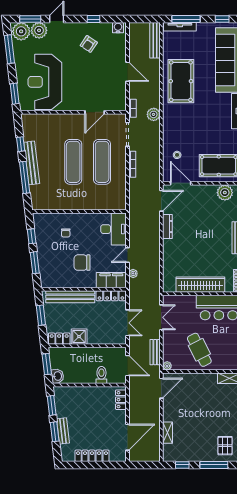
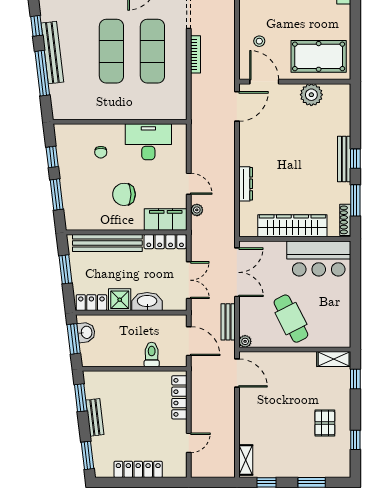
plant: (225, 193) -> (311, 95), moved
dresser: (167, 227) -> (246, 184), moved
desk: (113, 229) -> (148, 142), moved, turned -90
door: (128, 255) -> (189, 184), swing flipped
double door: (161, 317) -> (237, 272), width x1.37
washbasin: (98, 338) -> (147, 302), added
washbasin: (57, 376) -> (86, 332), moved
door: (161, 388) -> (237, 373), hinge flipped
locker: (121, 400) -> (179, 397), width x1.53
bench: (63, 431) -> (95, 417), moved
window: (55, 432) -> (88, 455), moved
shelving: (168, 433) -> (246, 460), moved
door: (128, 437) -> (189, 443), width x0.53
pallet: (225, 446) -> (325, 423), moved
window: (214, 465) -> (312, 482), width x0.69

